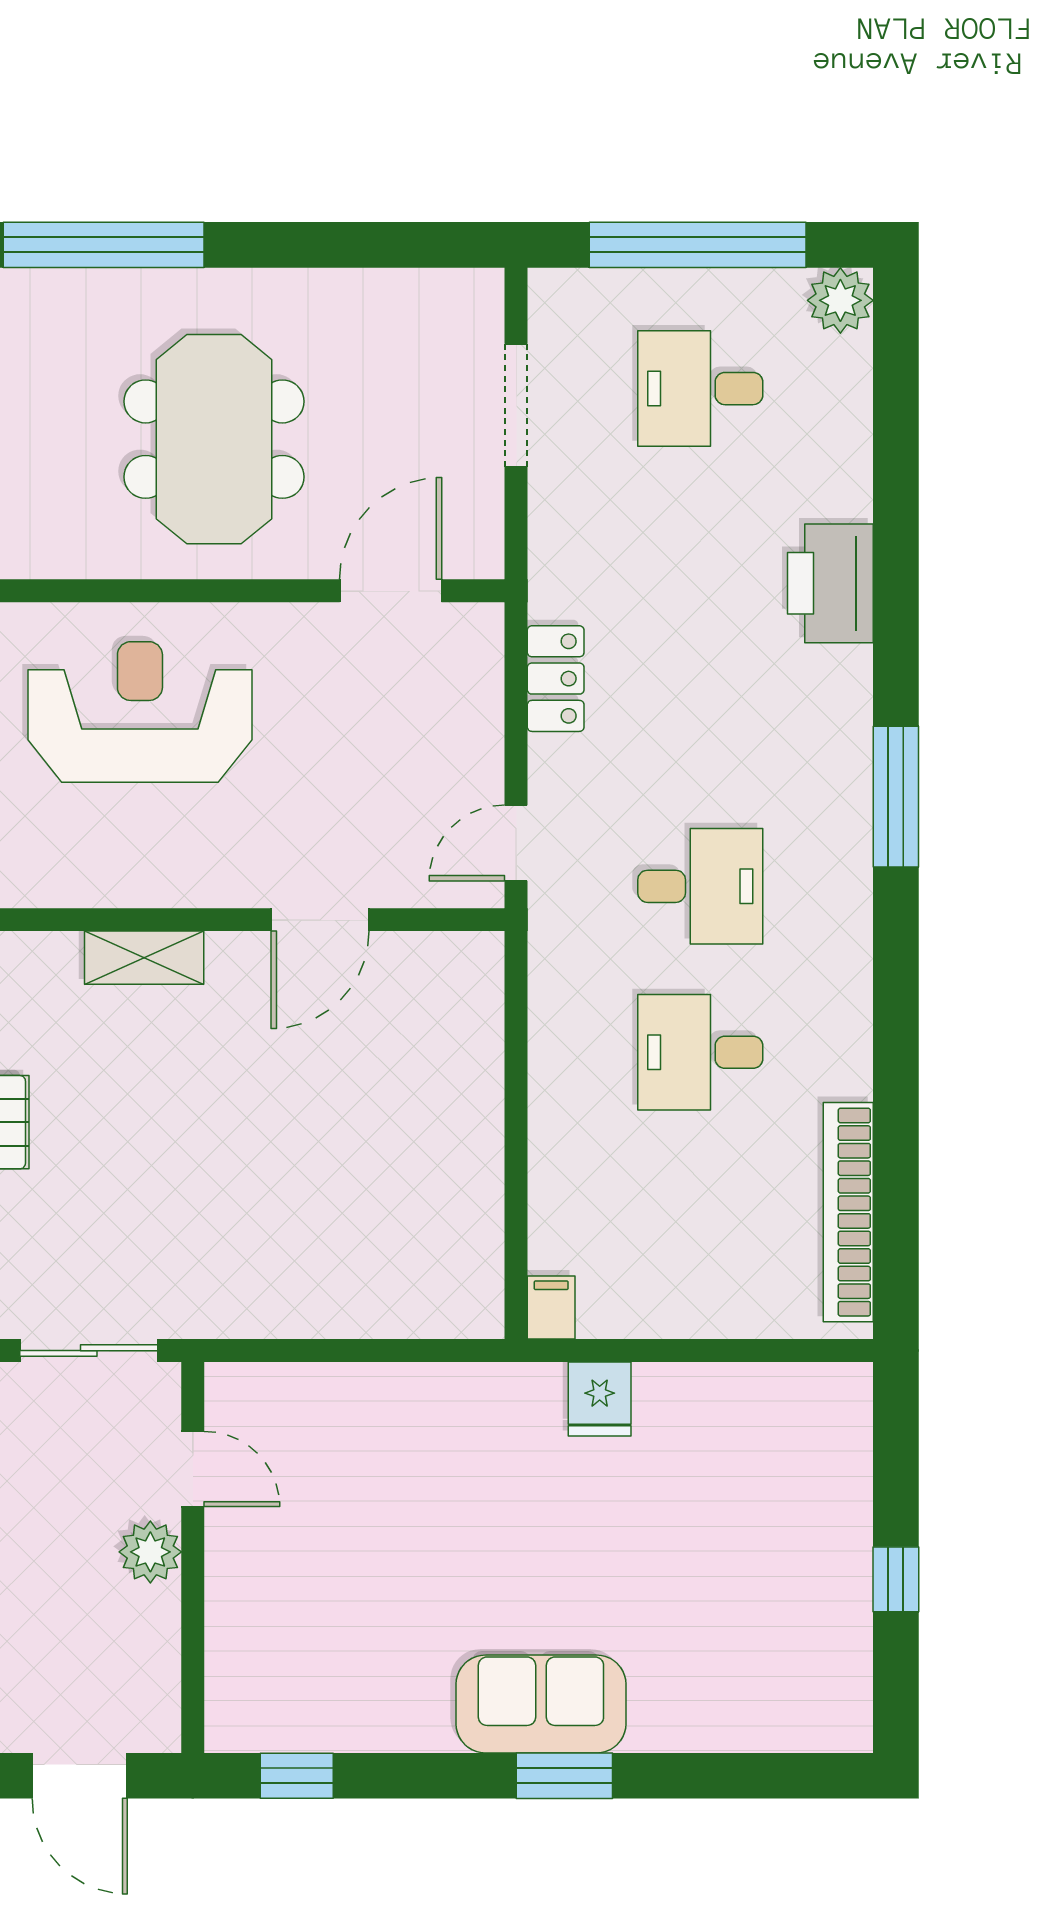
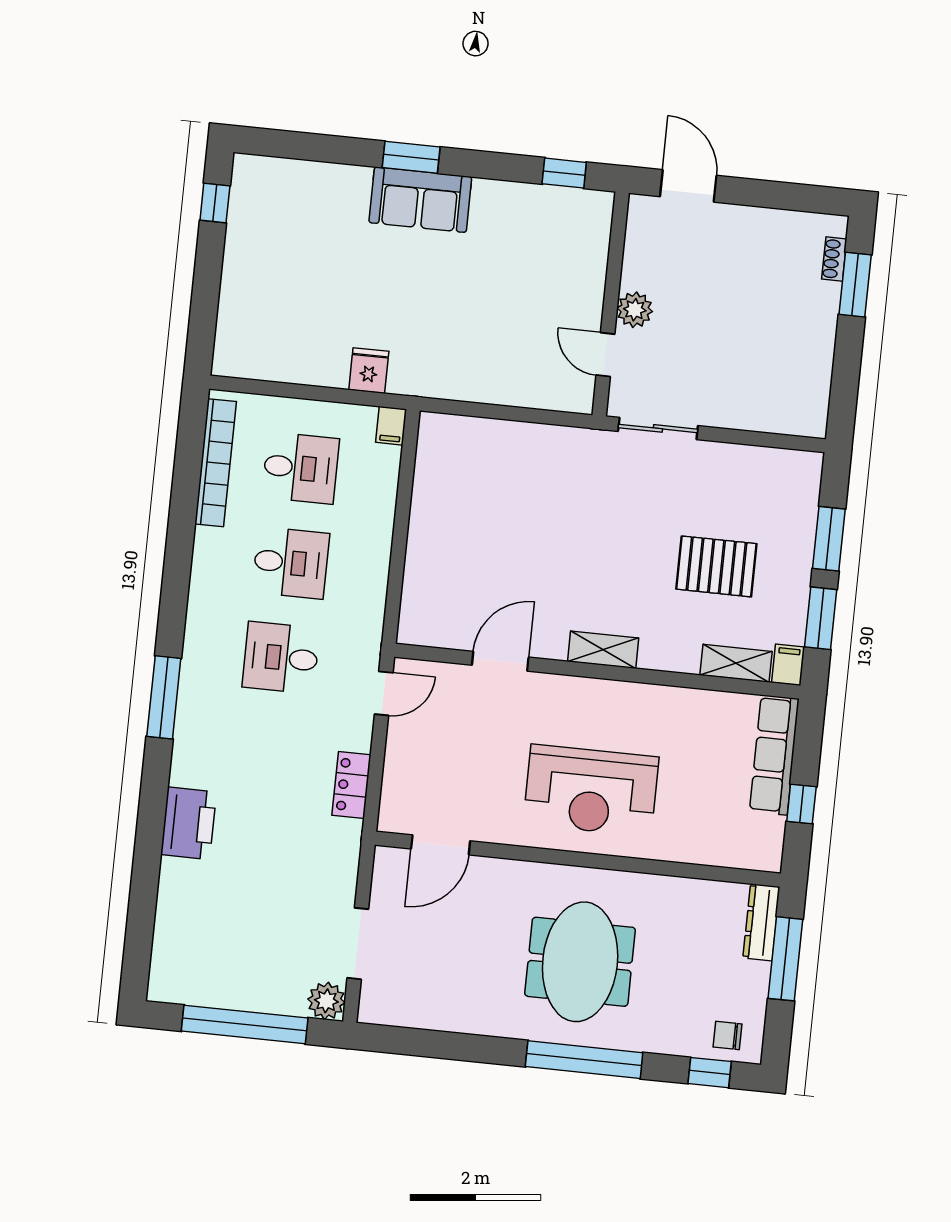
plant: (840, 300) -> (326, 1001), moved
desk: (700, 389) -> (301, 468), moved
meeting table: (214, 439) -> (580, 962), moved
window: (896, 1579) -> (215, 203), moved

